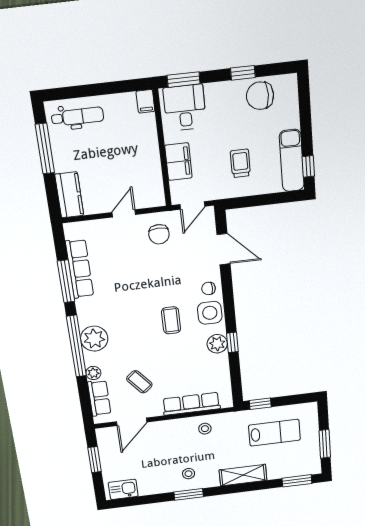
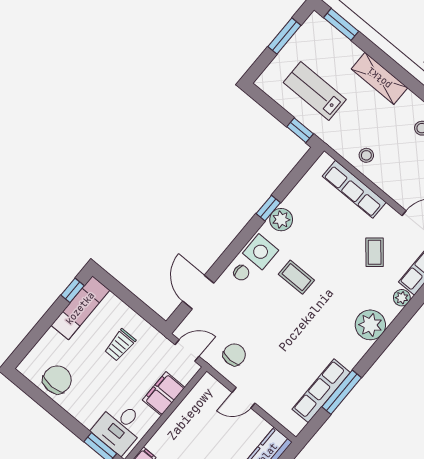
window: (243, 73) -> (54, 409), removed
chair: (260, 96) -> (57, 380), turned -90
coffee table: (171, 320) -> (296, 277), turned 90
window: (76, 346) -> (391, 333), removed

